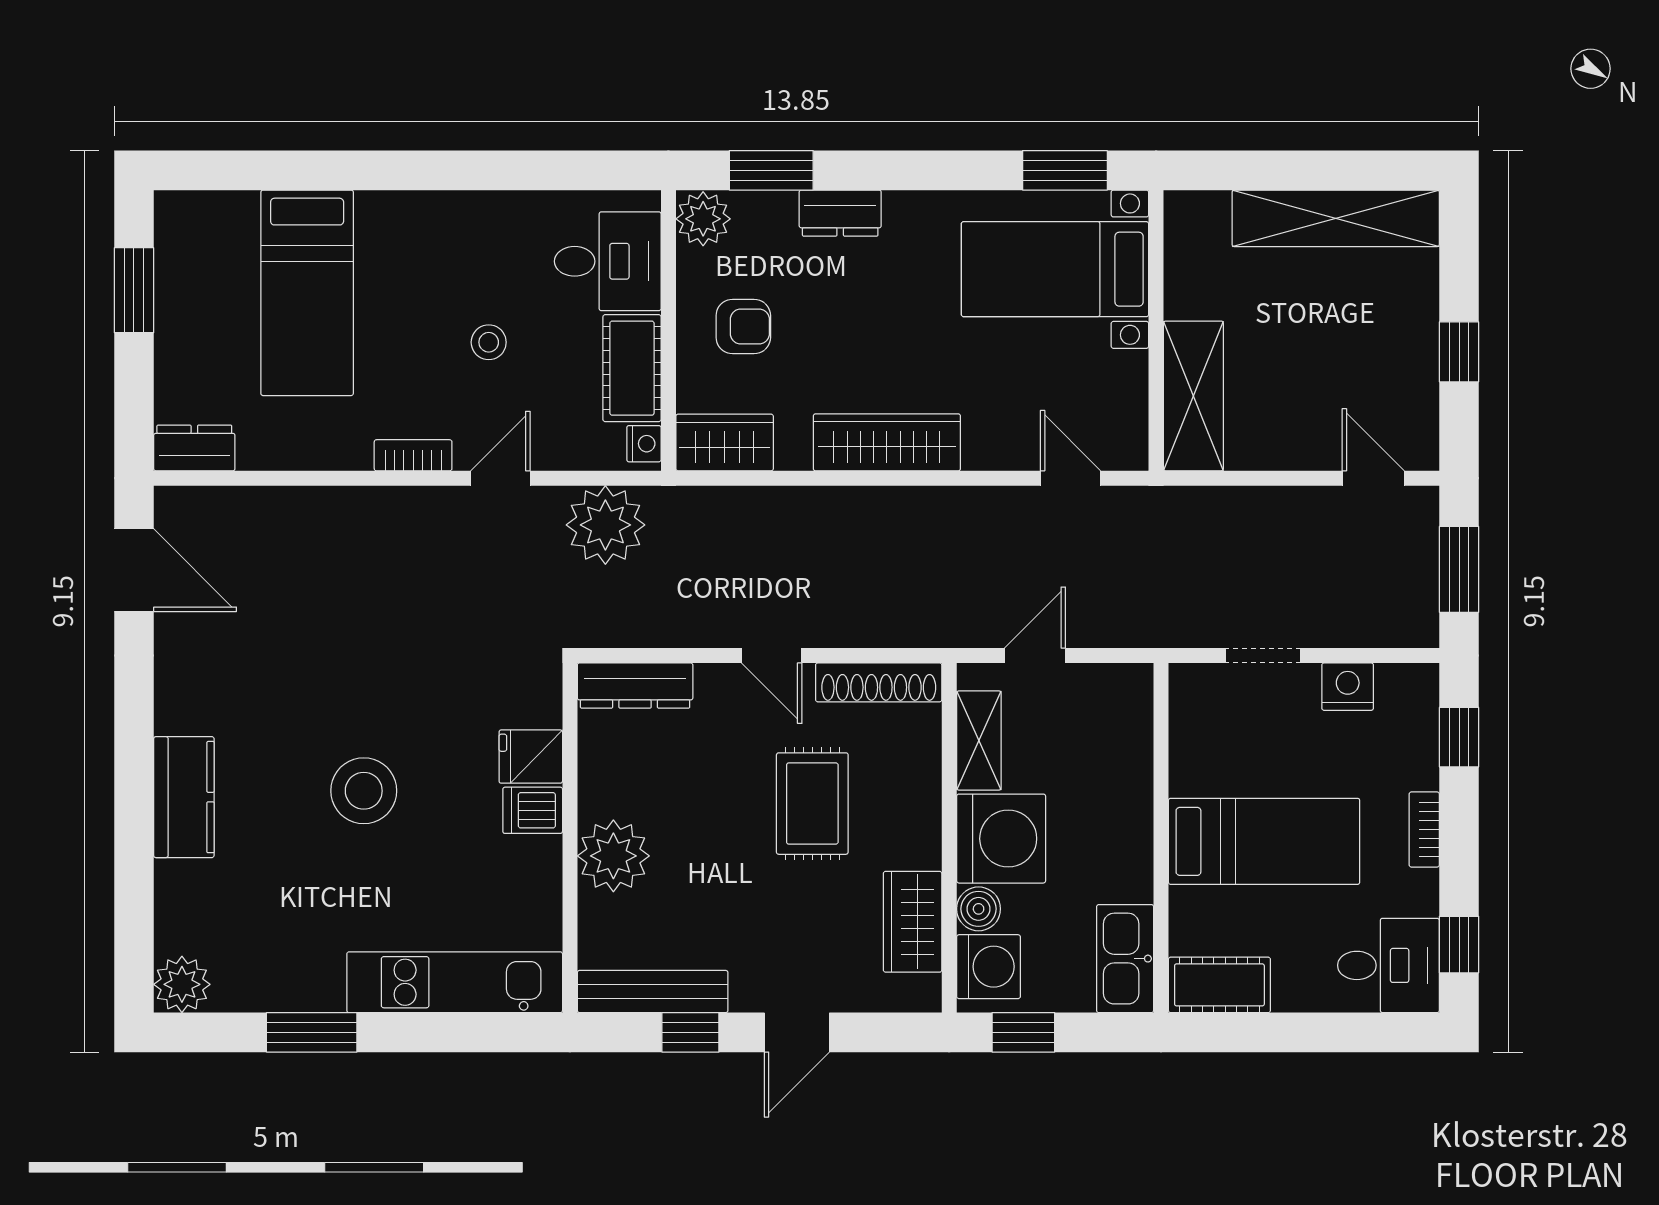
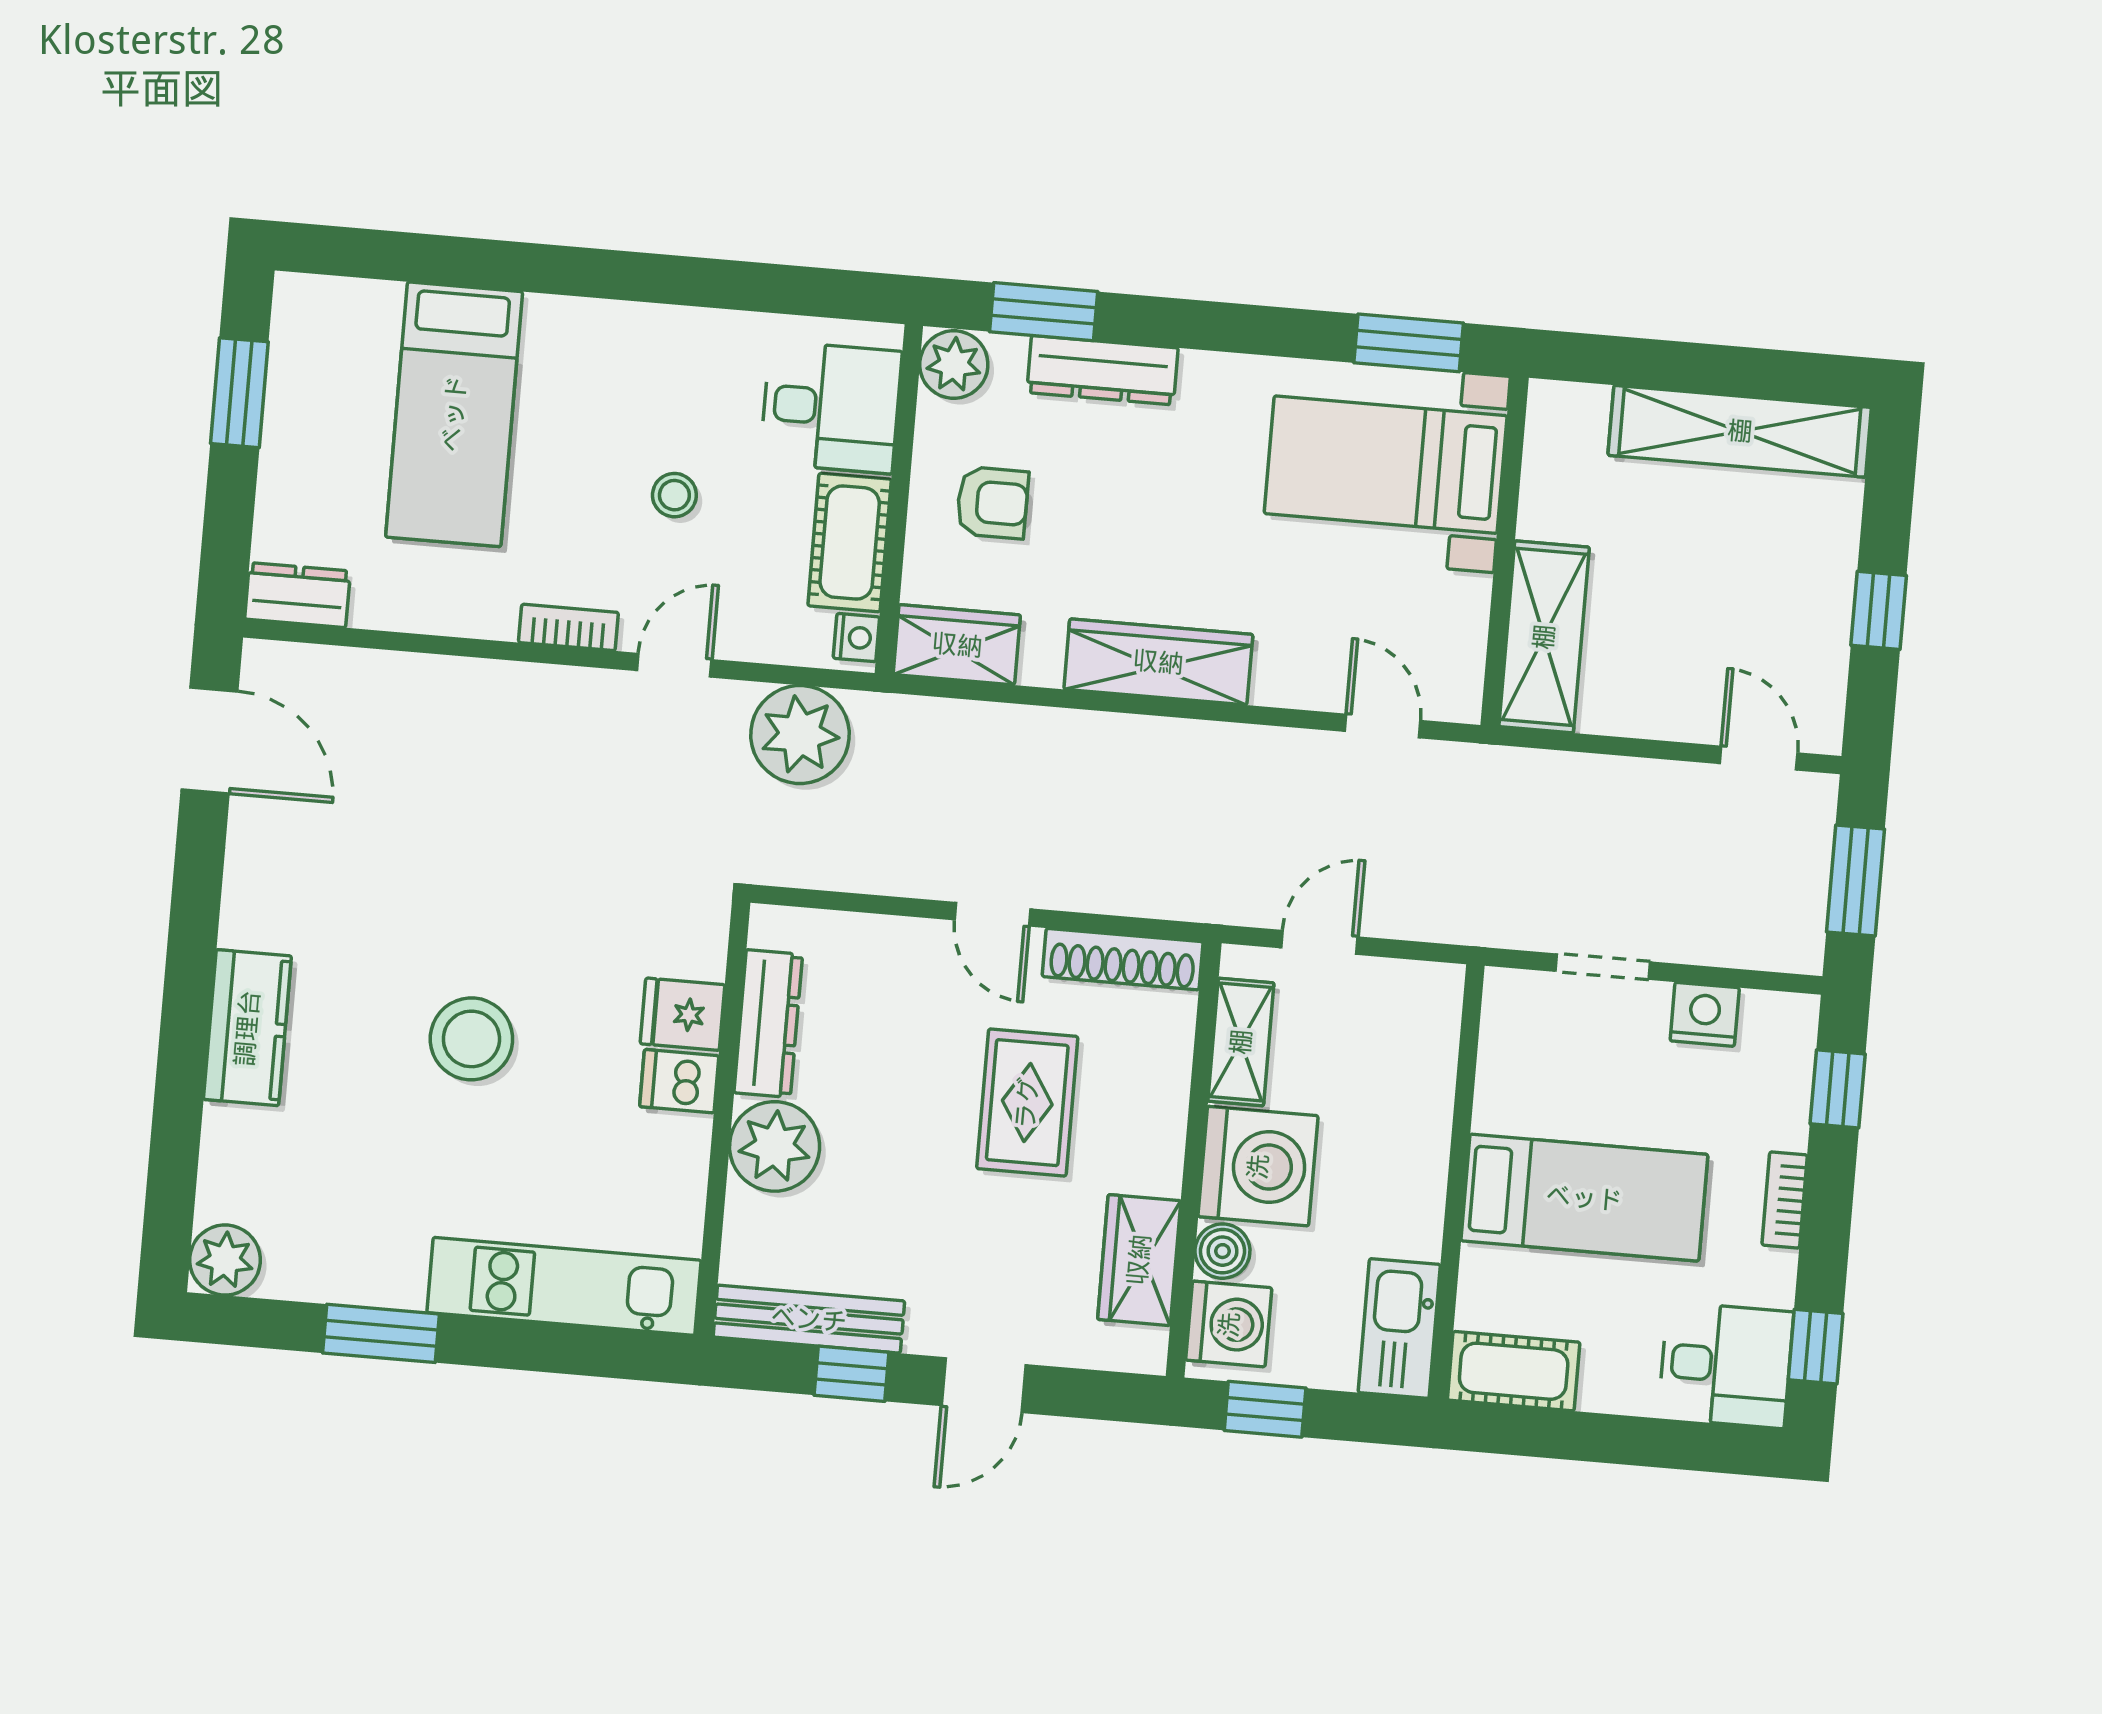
dresser: (840, 213) -> (1102, 370), width x1.44
dresser: (635, 685) -> (768, 1024), moved, turned -90

